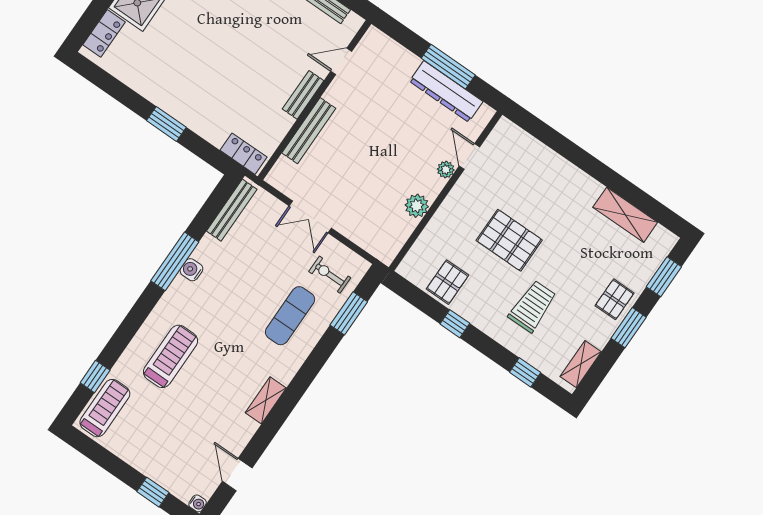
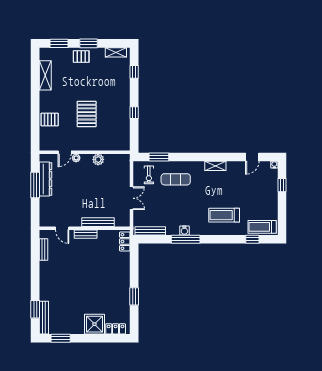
window: (166, 124) -> (134, 296), moved
pallet: (448, 282) -> (50, 120), moved
trolley: (532, 306) -> (106, 87), removed

